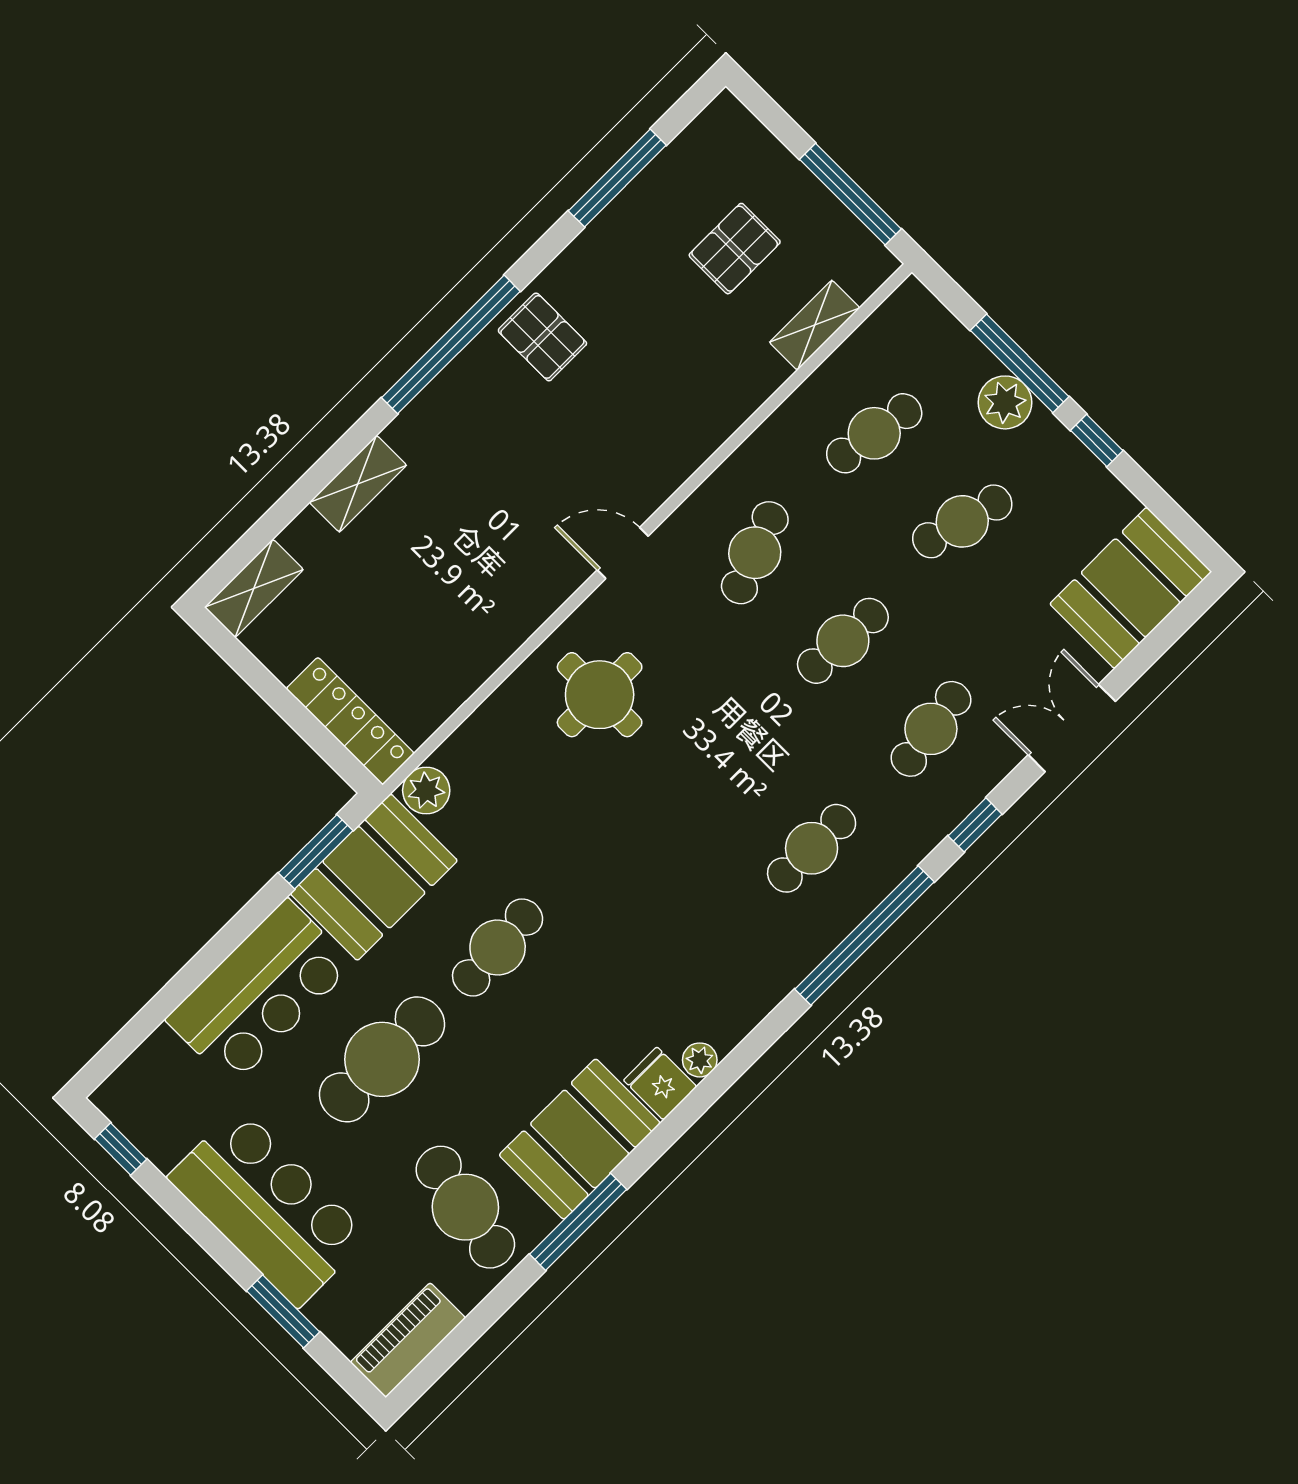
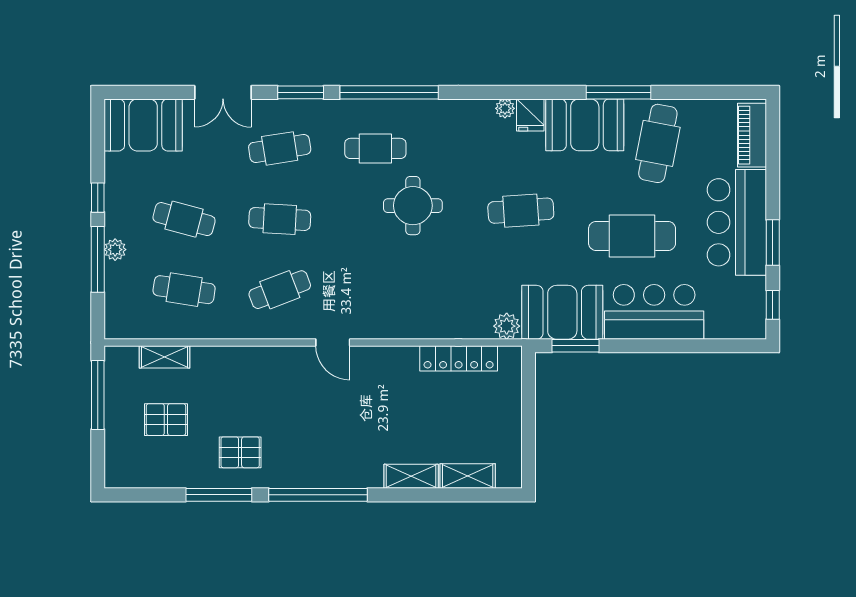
window: (617, 178) -> (219, 495), moved
pallet: (542, 337) -> (240, 452), moved, turned 90
plant: (1005, 402) -> (115, 250), width x0.73, depth x0.73
shelving: (254, 588) -> (468, 476), moved
round table: (600, 695) -> (413, 206), moved
locker: (350, 721) -> (459, 358), moved, turned -90
window: (975, 825) -> (301, 92), width x1.50
cafe table: (498, 948) -> (521, 211), moved
window: (283, 1311) -> (773, 243), moved
piano: (408, 1340) -> (752, 135), moved, turned 90

